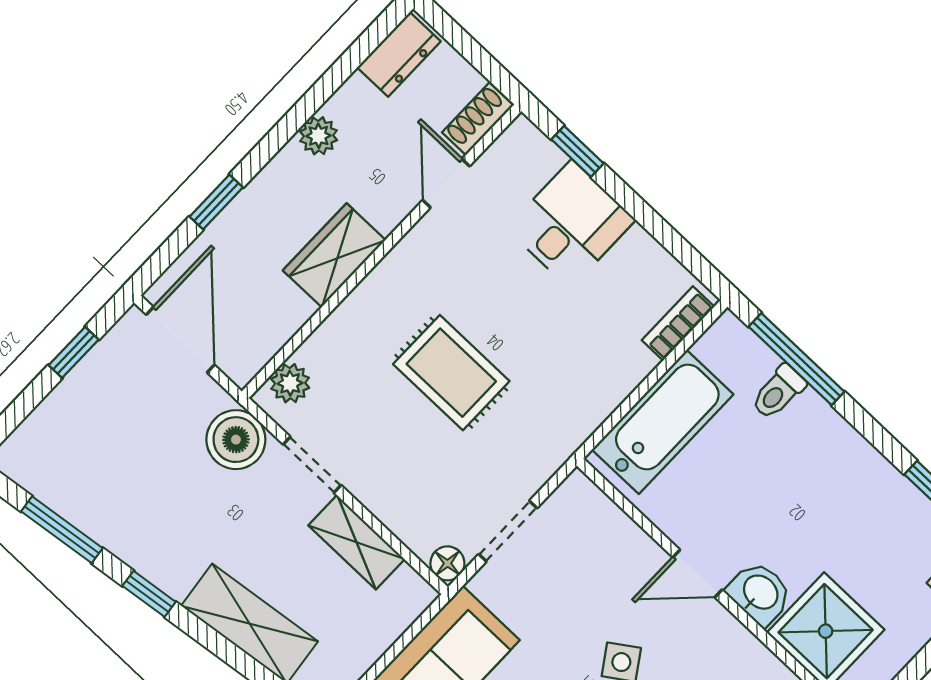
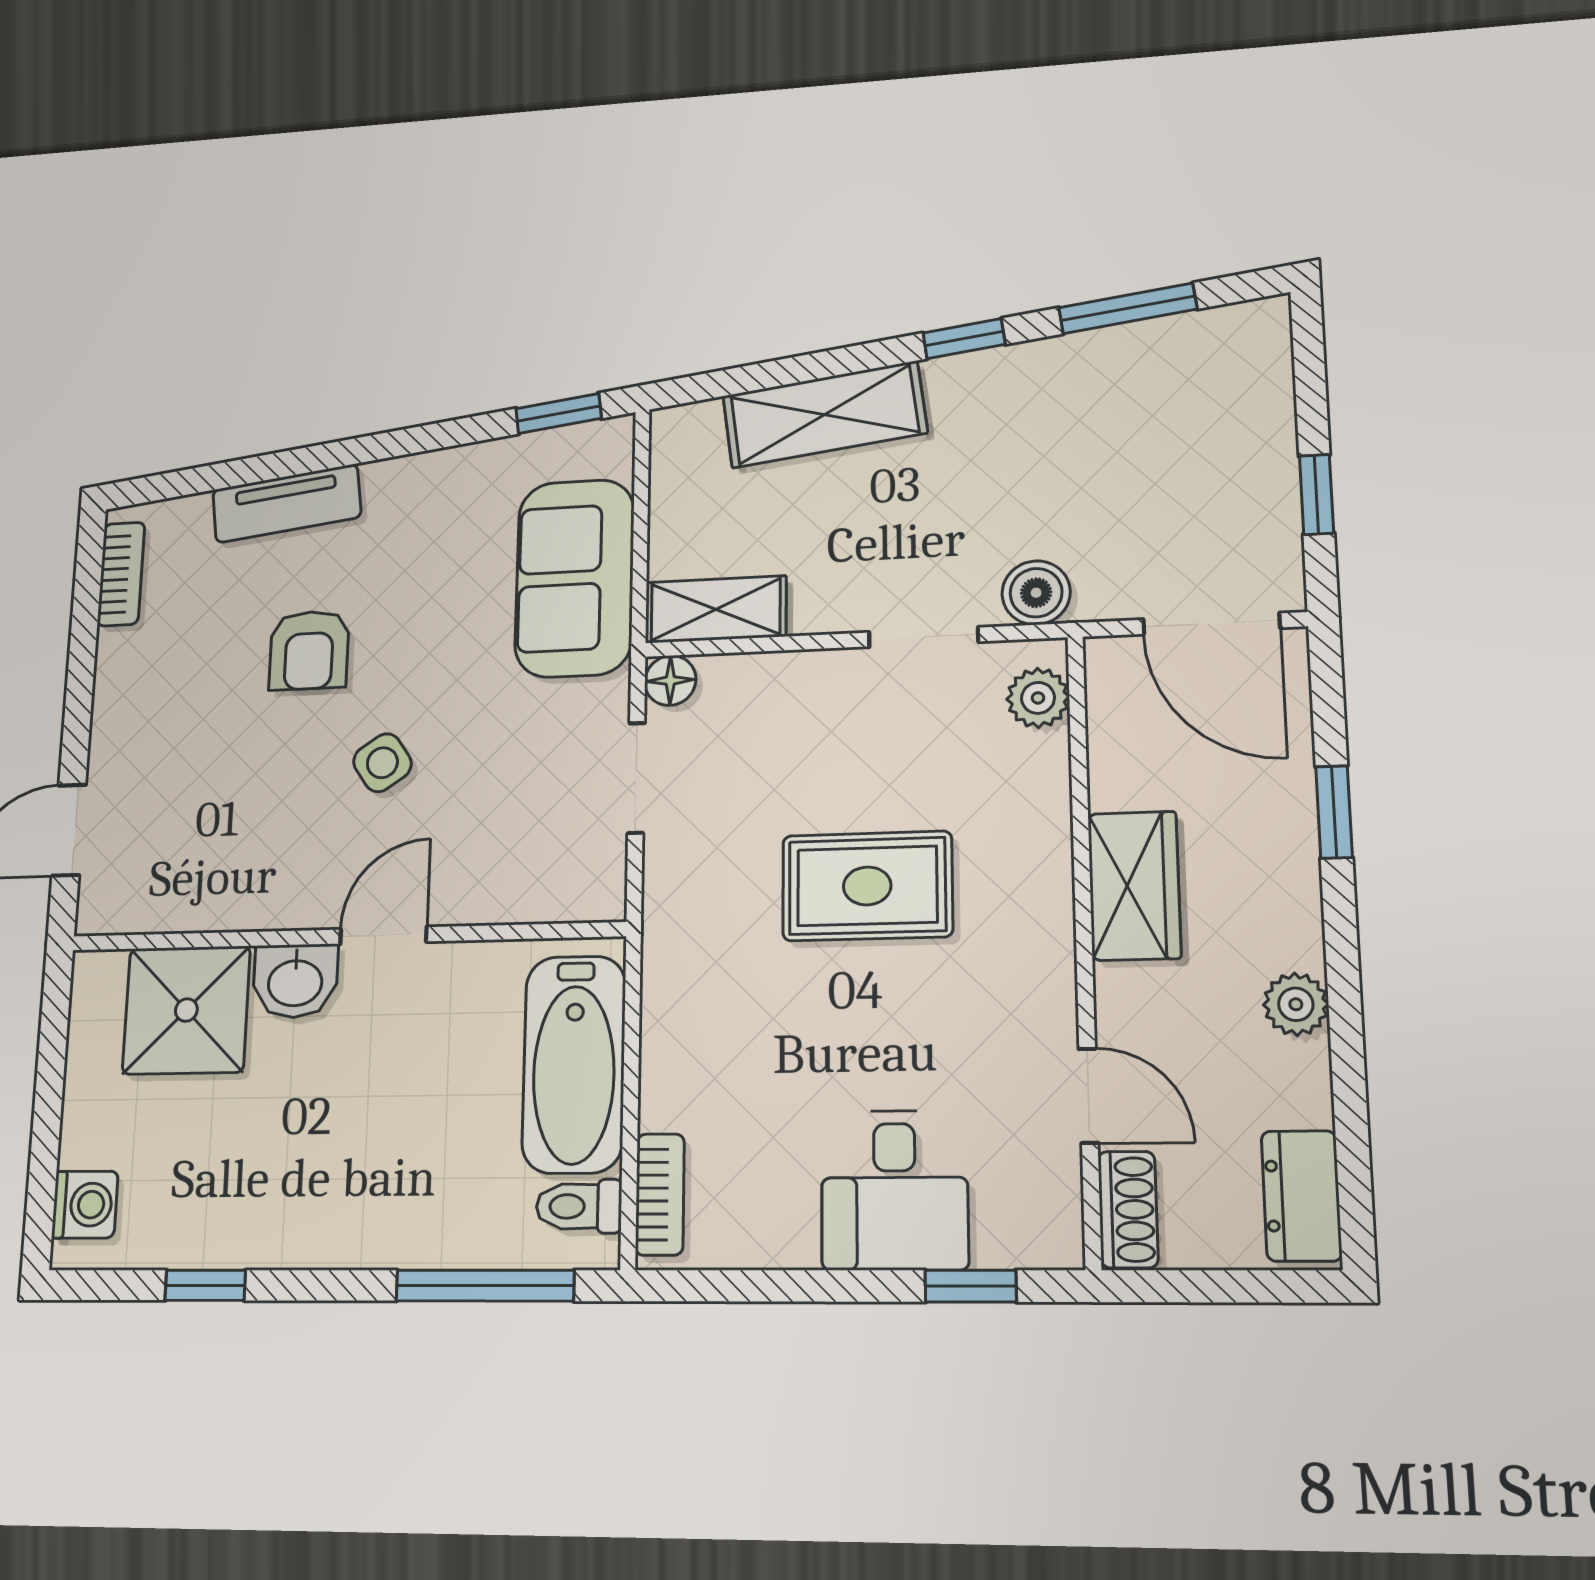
toilet: (778, 392) -> (579, 1206), moved, turned -90
boiler: (236, 440) -> (1036, 593), width x0.73, depth x0.73
shelving: (356, 542) -> (716, 609), moved

